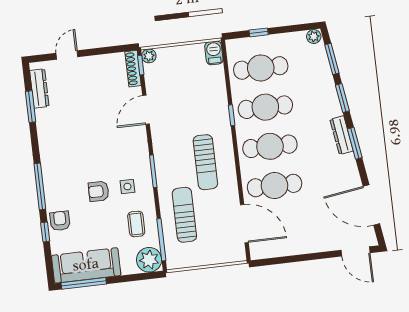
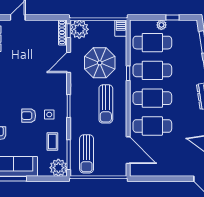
window: (259, 32) -> (173, 18), moved
plant: (314, 37) -> (161, 25), moved
plant: (149, 56) -> (79, 29), width x1.88, depth x1.88
parasol: (190, 105) -> (100, 63), added
sun lounger: (184, 215) -> (87, 154), moved, turned 180

